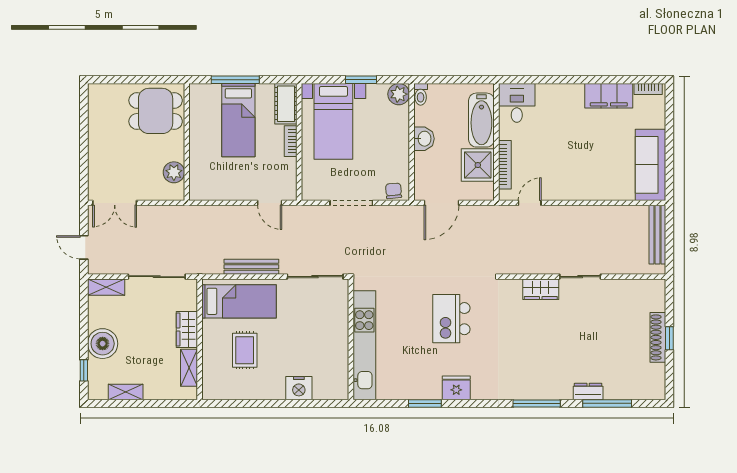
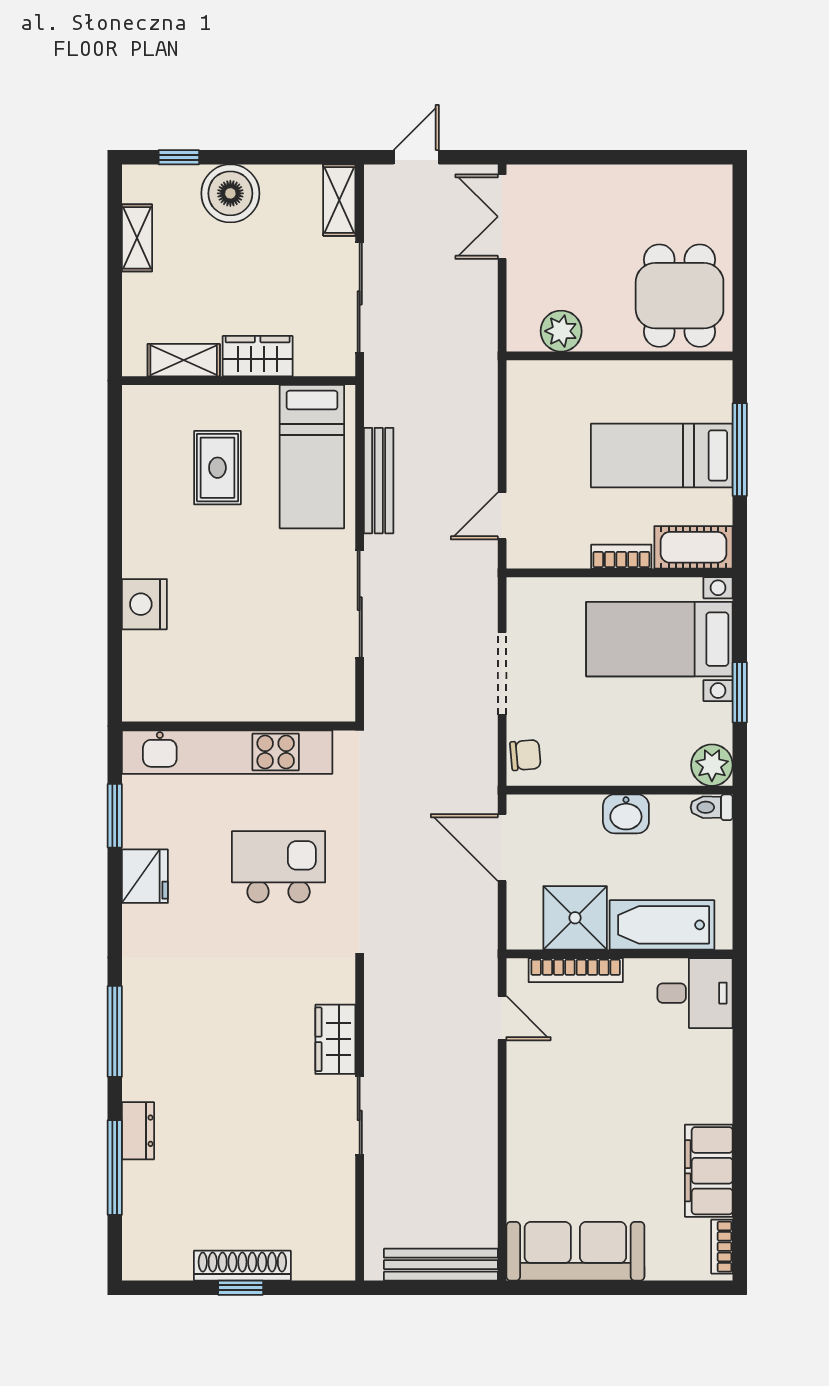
wall: (351, 339) -> (239, 726), moved
kitchen unit: (364, 345) -> (227, 752), moved
rug: (245, 350) -> (217, 468), turned 90
nightstand: (299, 388) -> (144, 604), moved

